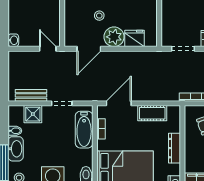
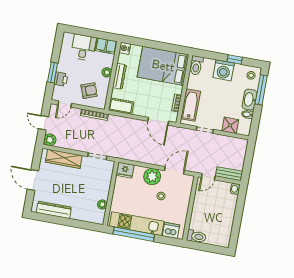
fridge: (135, 38) -> (125, 170), moved
door: (48, 49) -> (208, 177), hinge flipped
bench: (31, 95) -> (229, 174), moved
door: (119, 103) -> (158, 121), hinge flipped
cot: (152, 113) -> (121, 106), moved
plant: (190, 150) -> (107, 72), added

